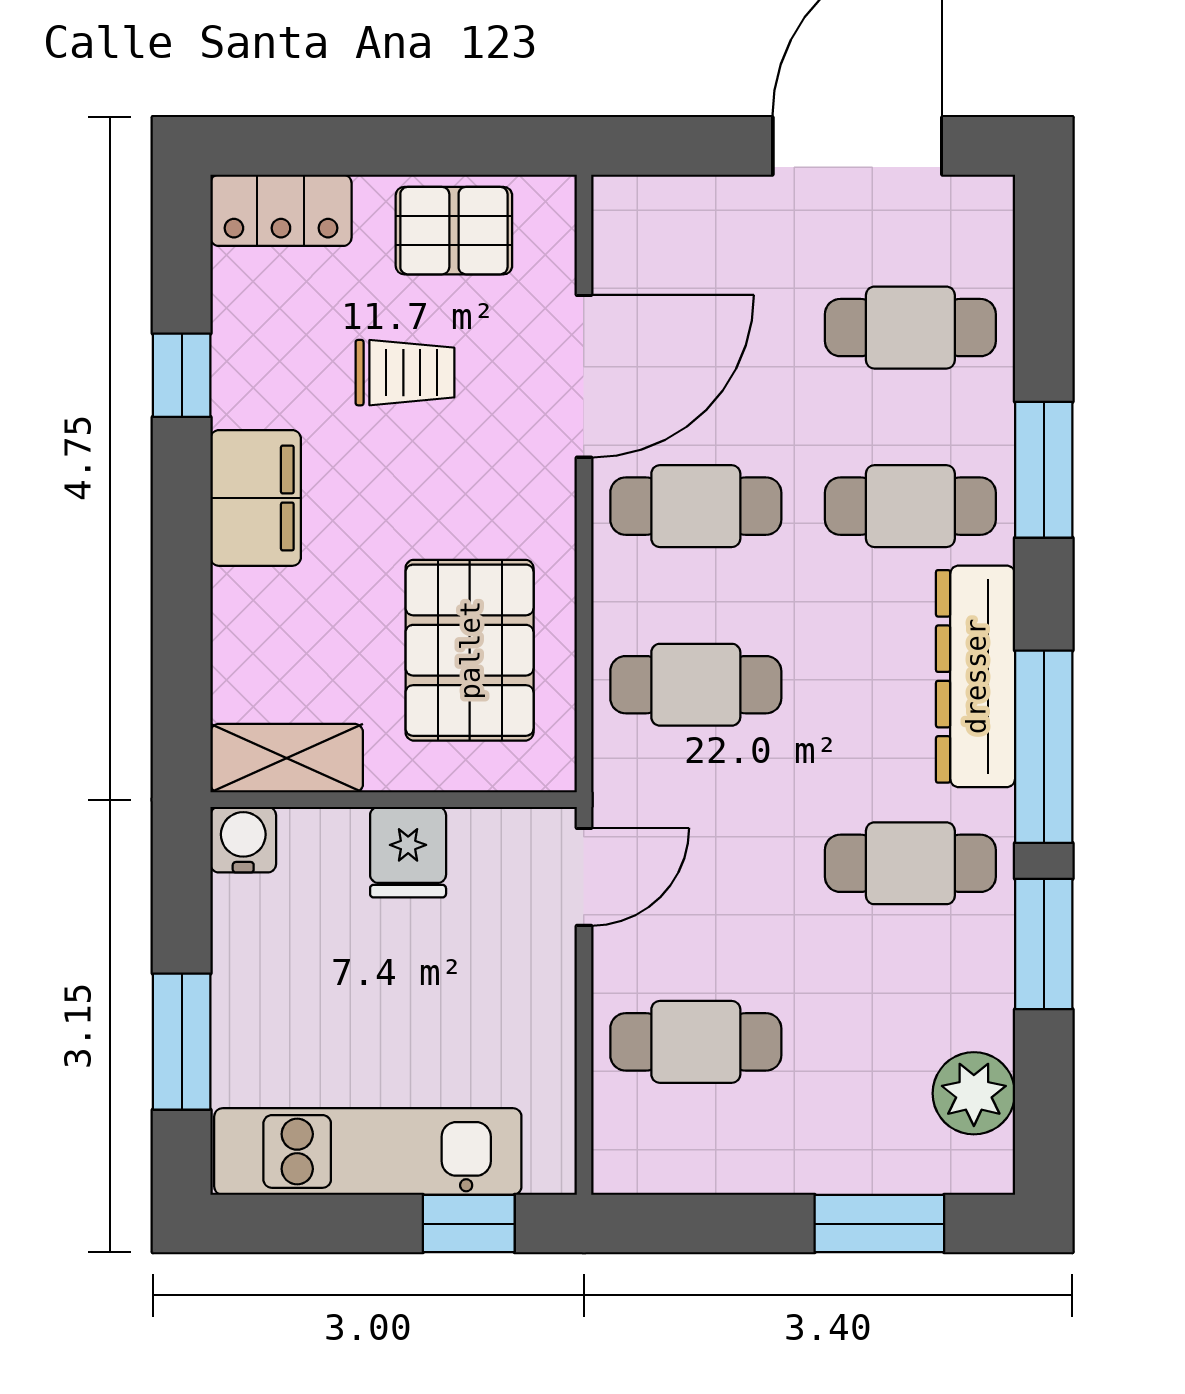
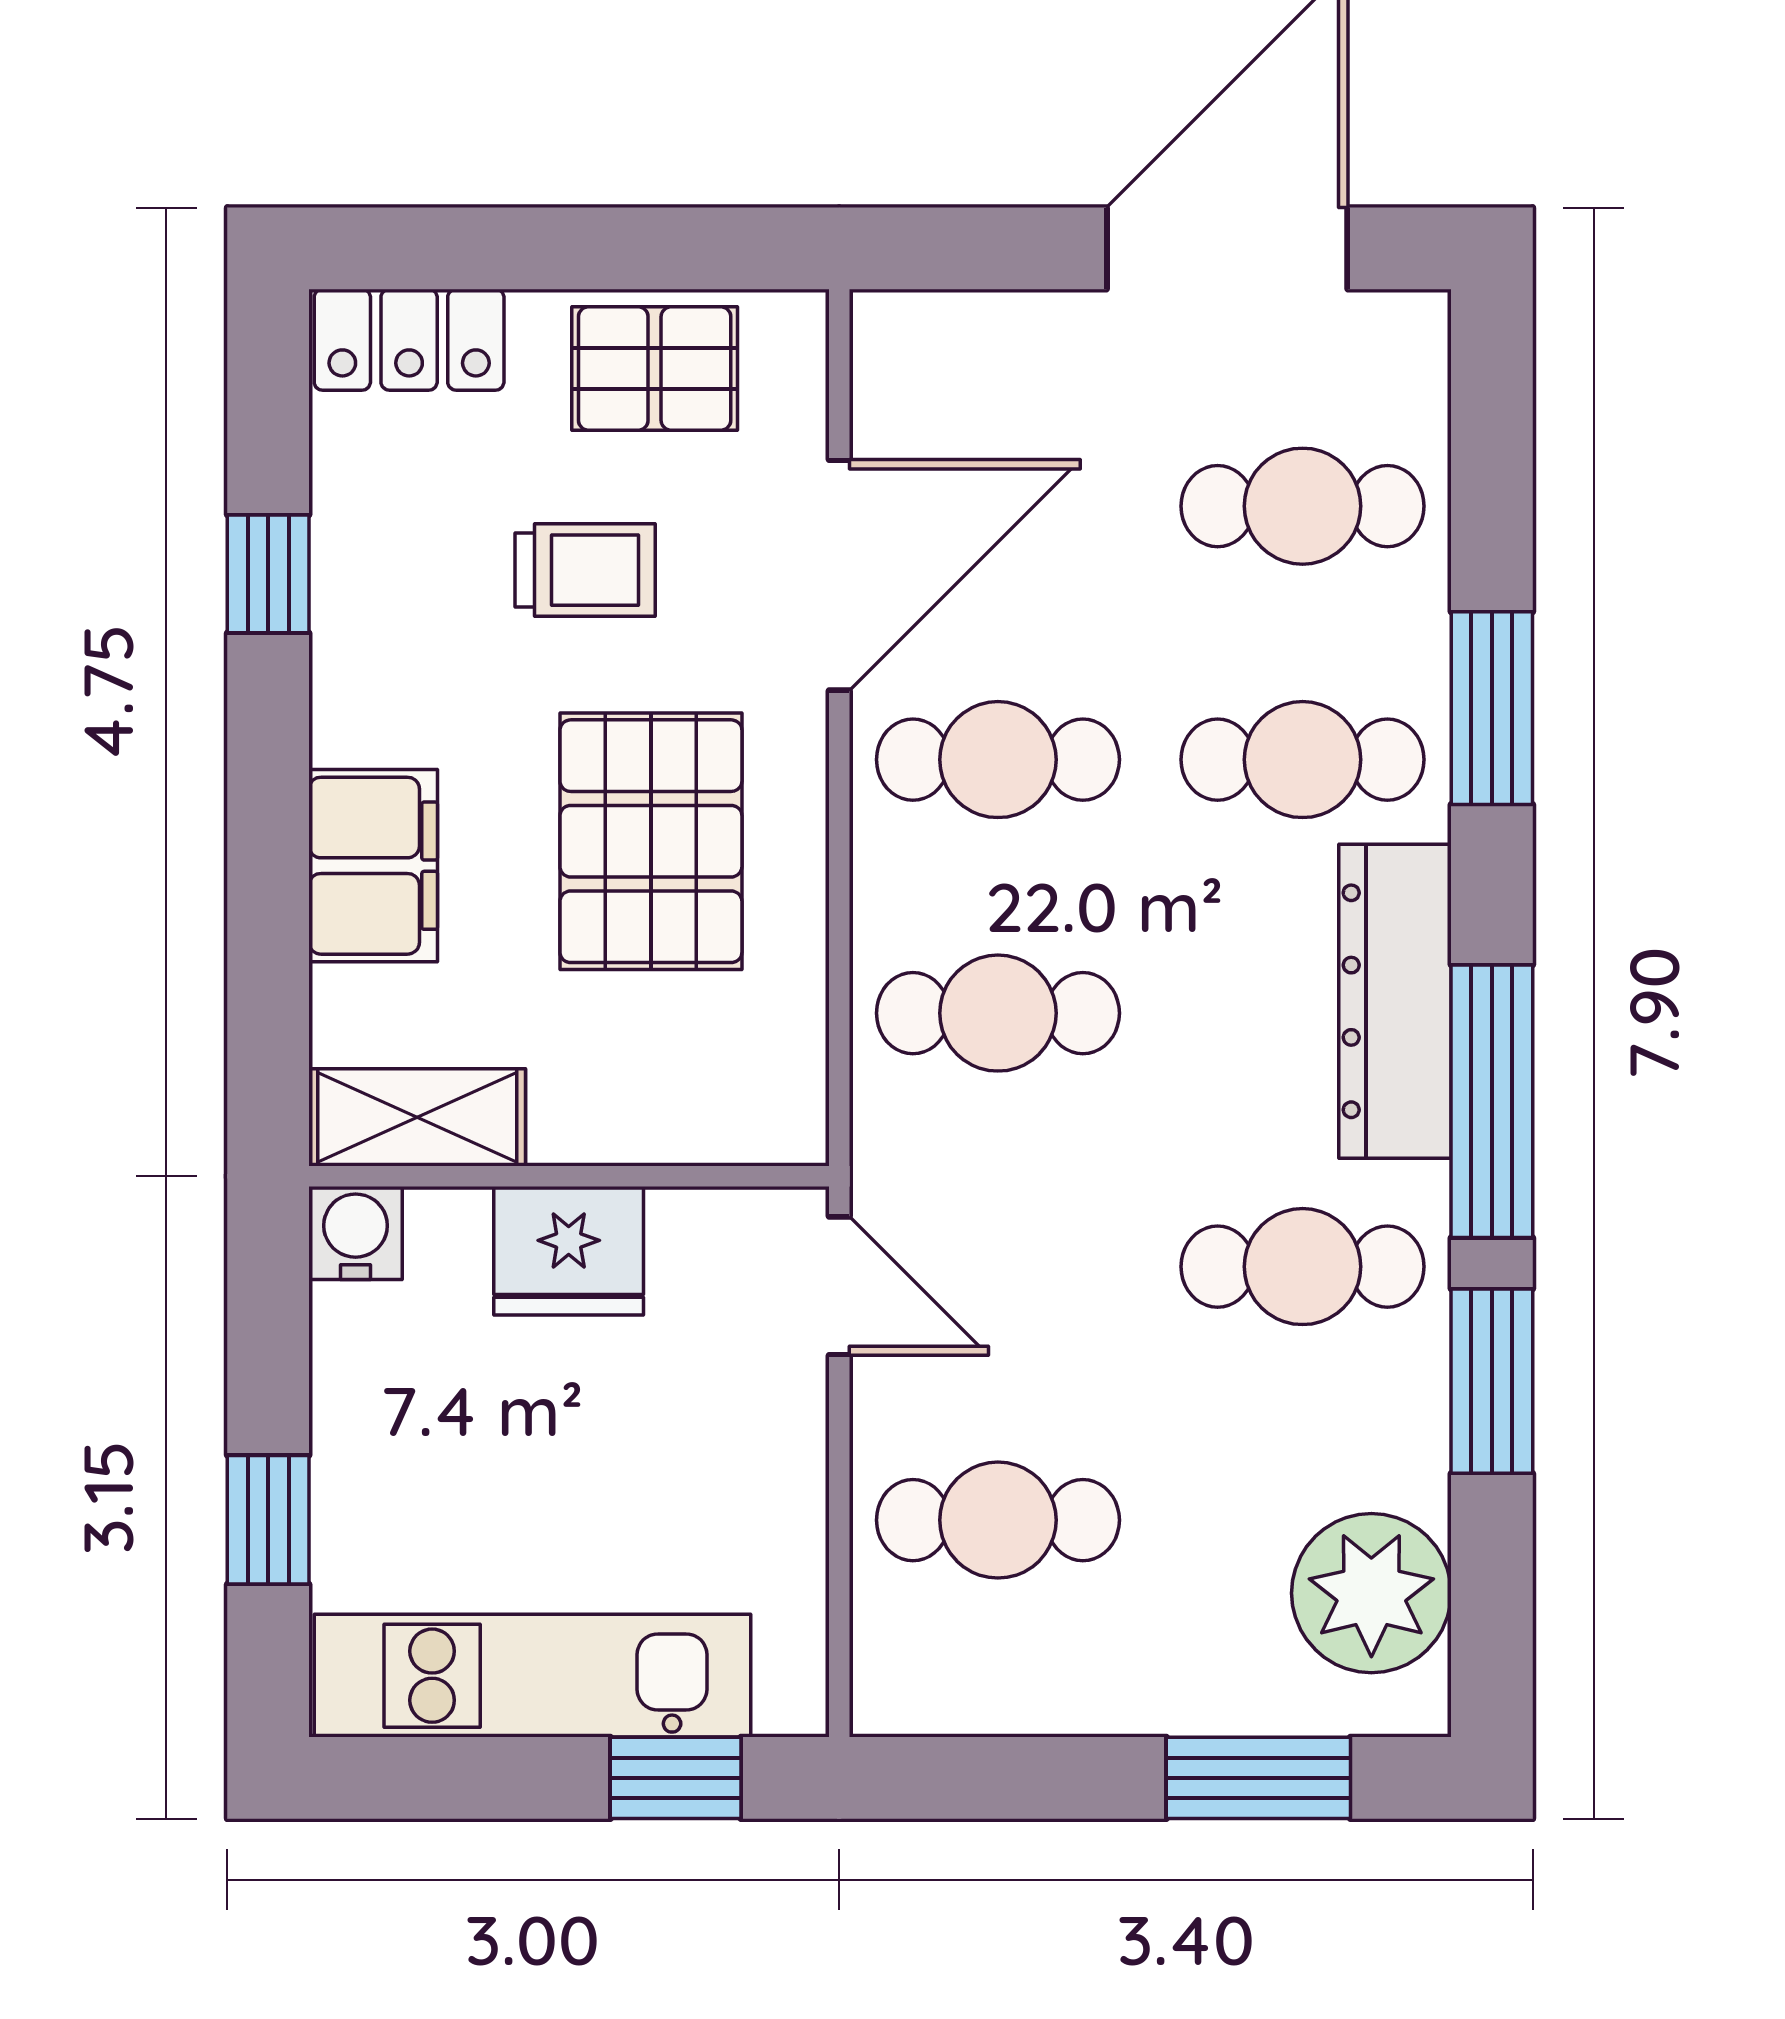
filing cabinet: (256, 498) -> (373, 866), moved
pallet: (470, 650) -> (651, 841), moved
fridge: (408, 852) -> (569, 1251), width x1.38
door: (584, 877) -> (839, 1286), hinge flipped
window: (182, 1042) -> (268, 1520), width x0.67
plant: (974, 1093) -> (1371, 1593), width x1.36, depth x1.36

